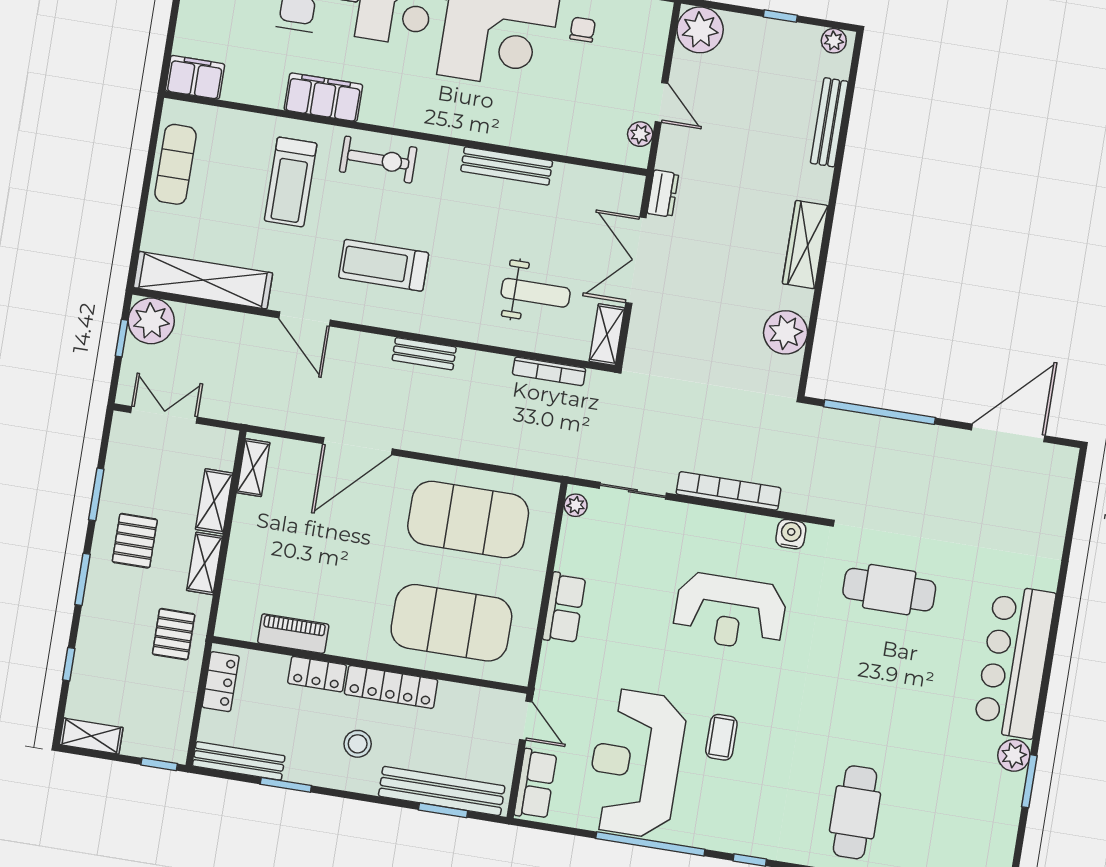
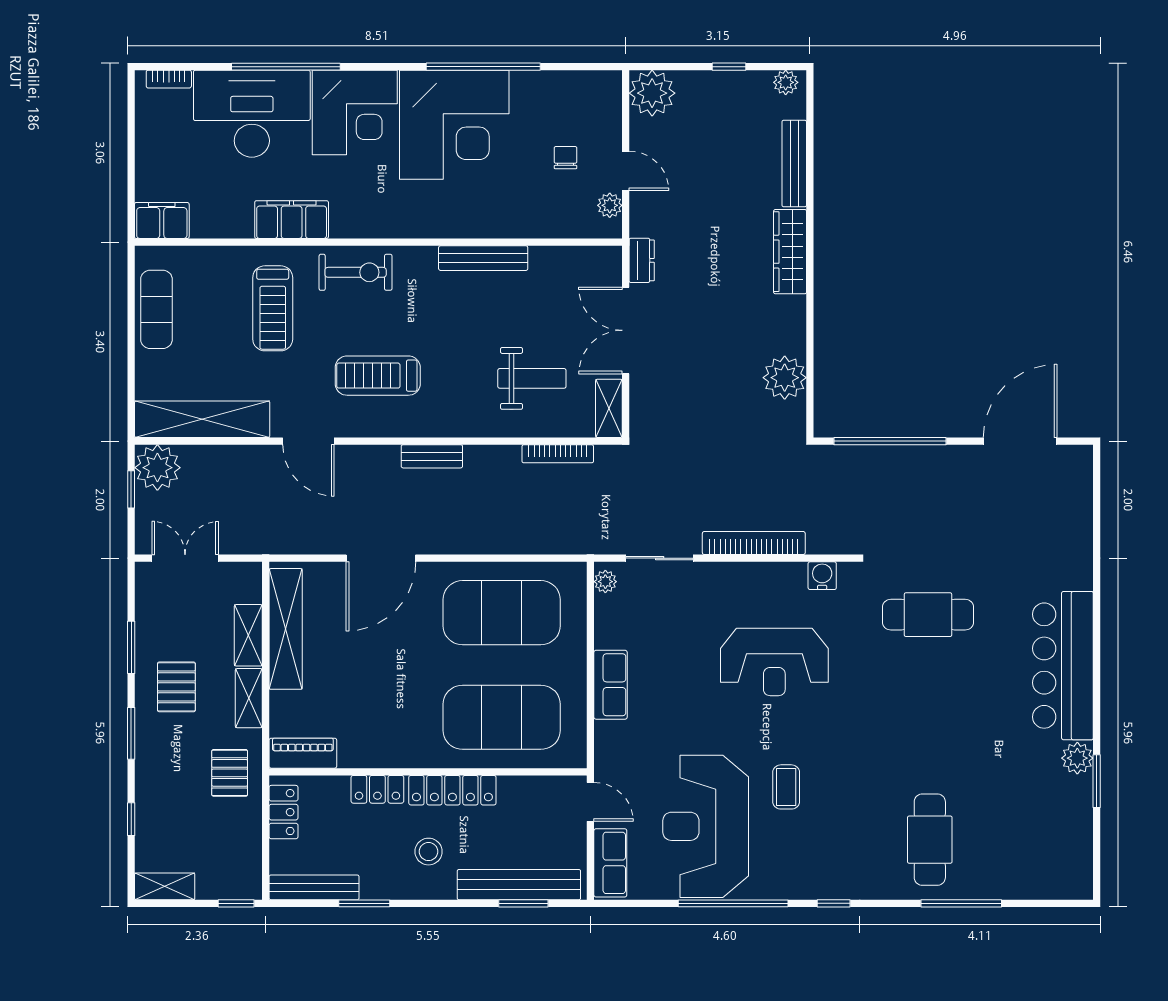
chair: (583, 30) -> (565, 158), moved
wardrobe: (805, 245) -> (790, 252), moved
shelving: (253, 468) -> (286, 629), width x2.20, depth x1.33
piano: (293, 634) -> (303, 753), moved

